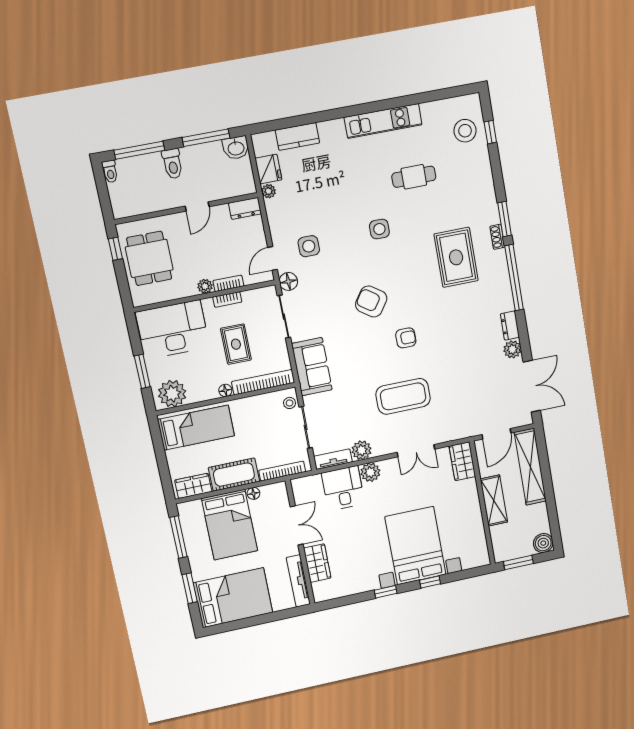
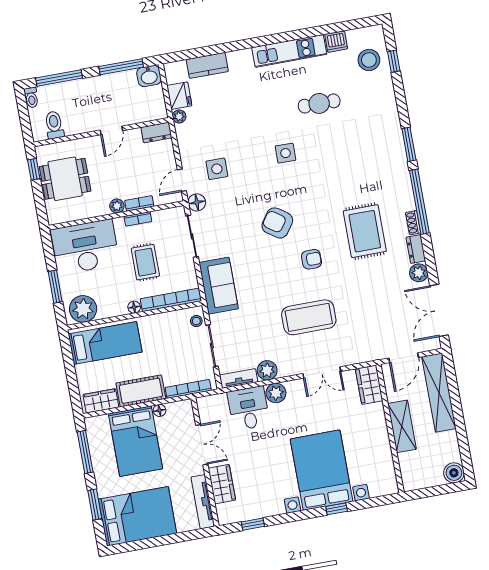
dishwasher: (432, 111) -> (336, 42), added
toilet: (172, 164) -> (54, 125), moved, turned 180
shoe rack: (497, 237) -> (413, 223), moved
rug: (456, 257) -> (365, 231), moved
dining table: (149, 258) -> (65, 179), turned 90
double door: (532, 386) -> (439, 310), swing flipped
window: (518, 562) -> (428, 492), removed
window: (386, 592) -> (253, 524), moved

